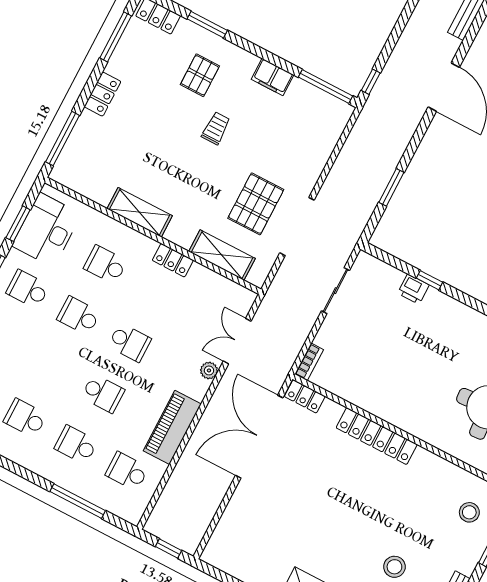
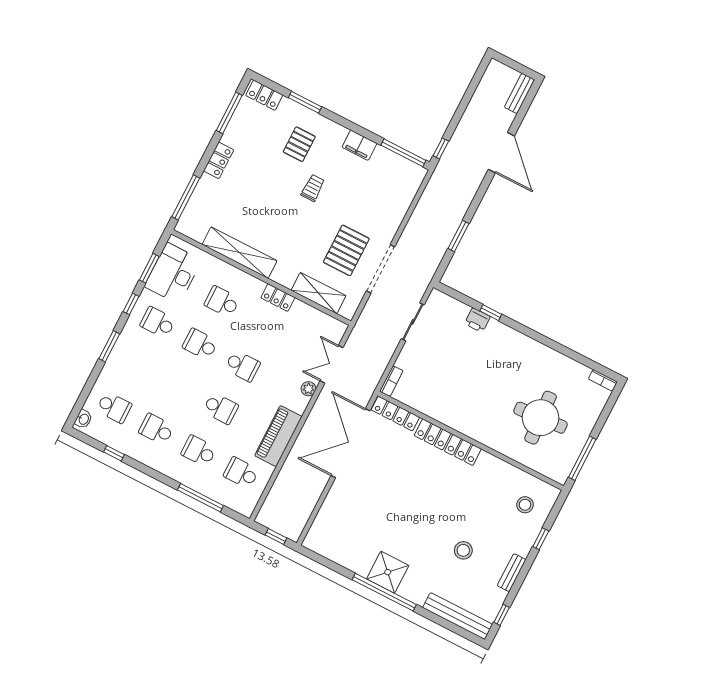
shelving: (140, 212) -> (240, 253), width x1.47
locker: (305, 396) -> (395, 413), width x1.53

